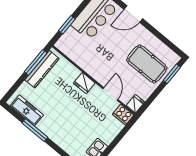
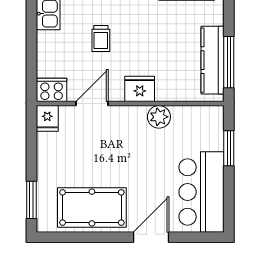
plant: (86, 64) -> (159, 117), added
pool table: (147, 64) -> (92, 207), moved
door: (110, 94) -> (92, 104), swing flipped
trolley: (83, 119) -> (101, 39), added

